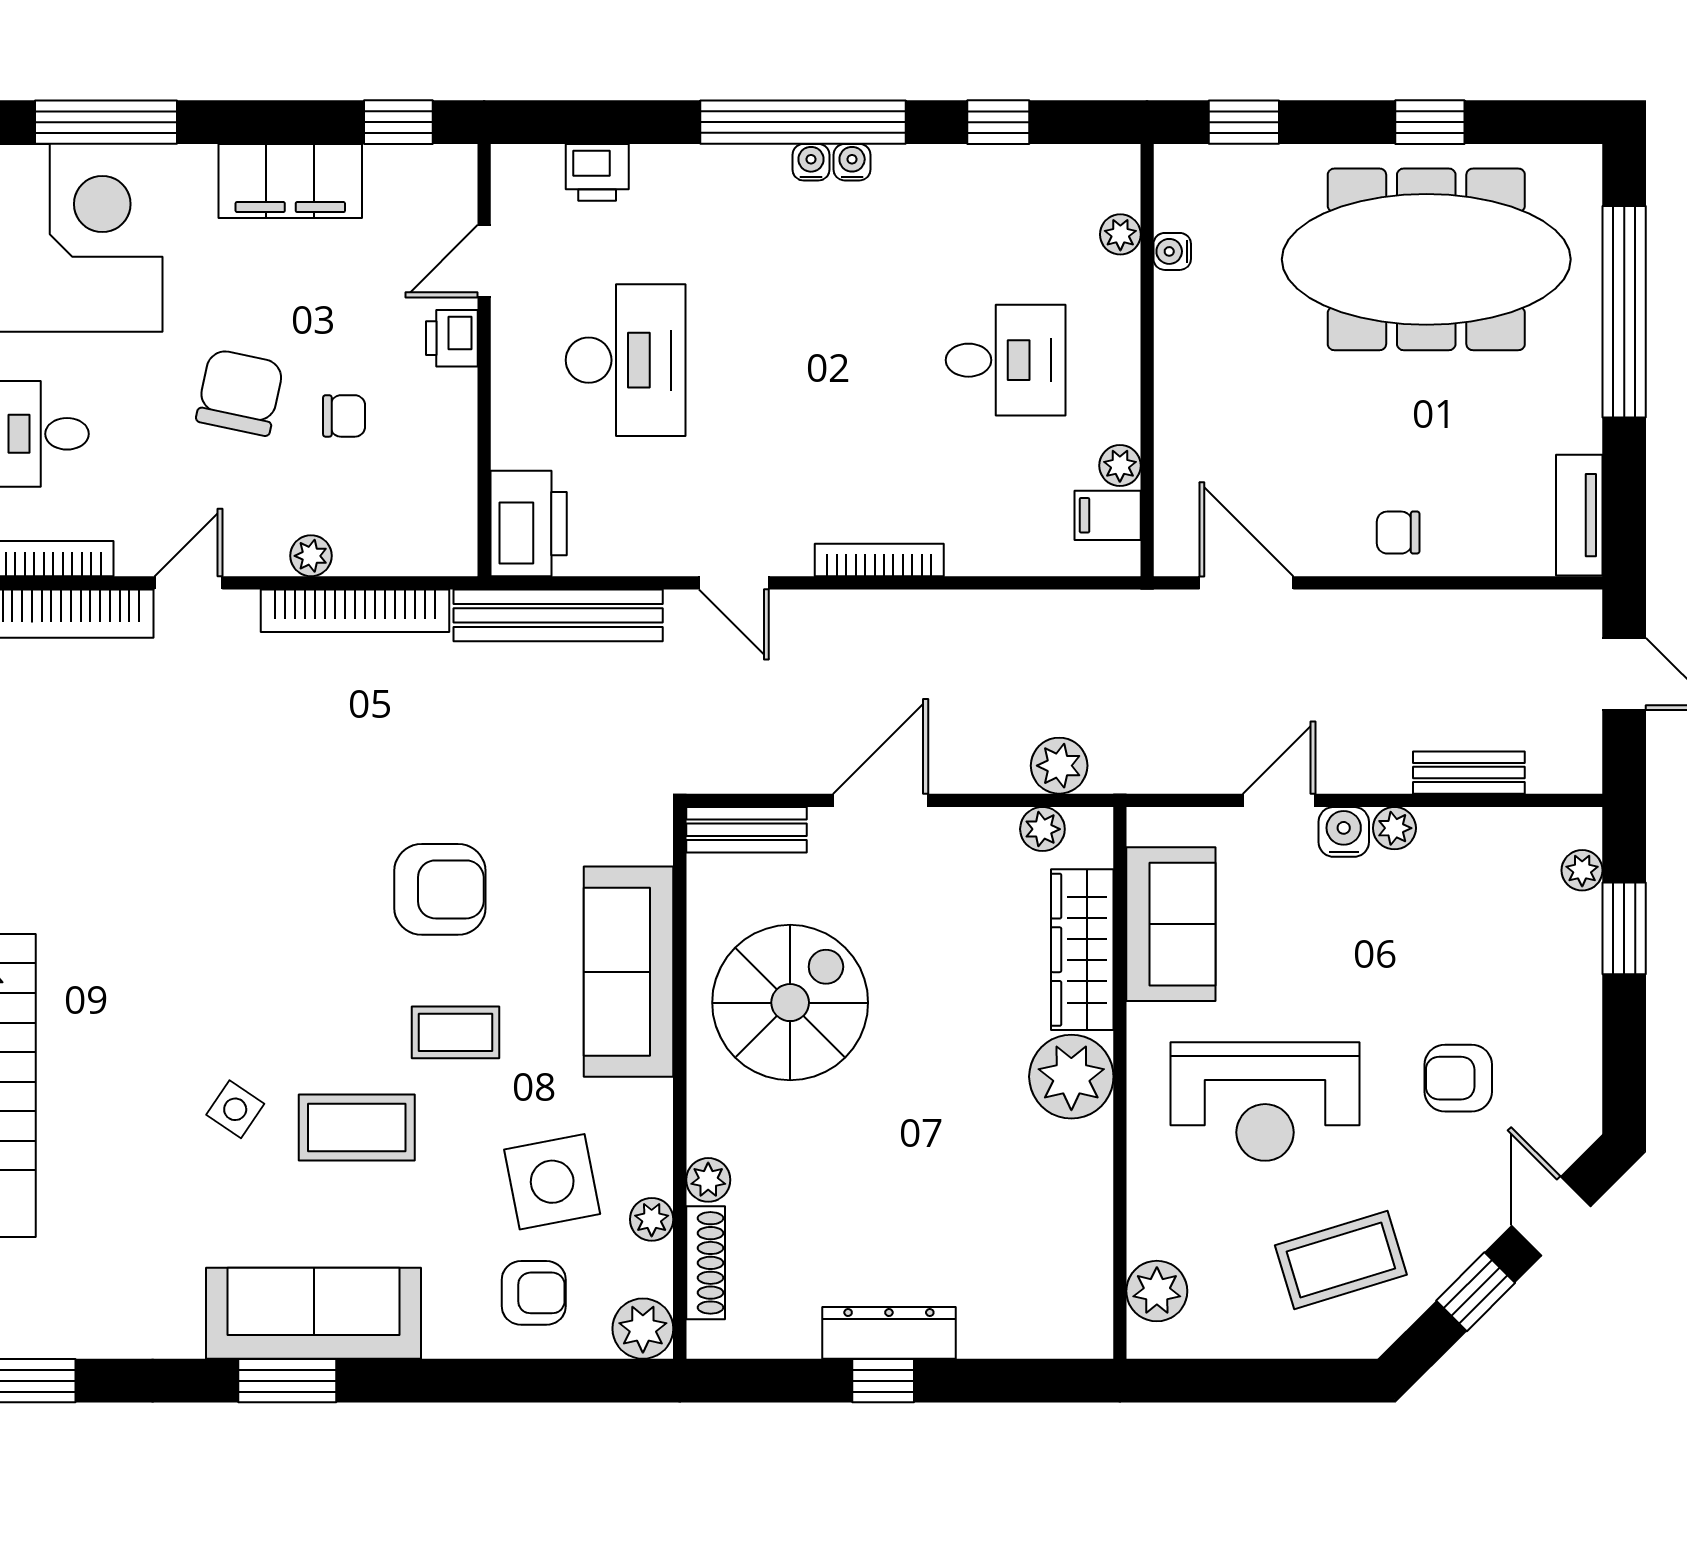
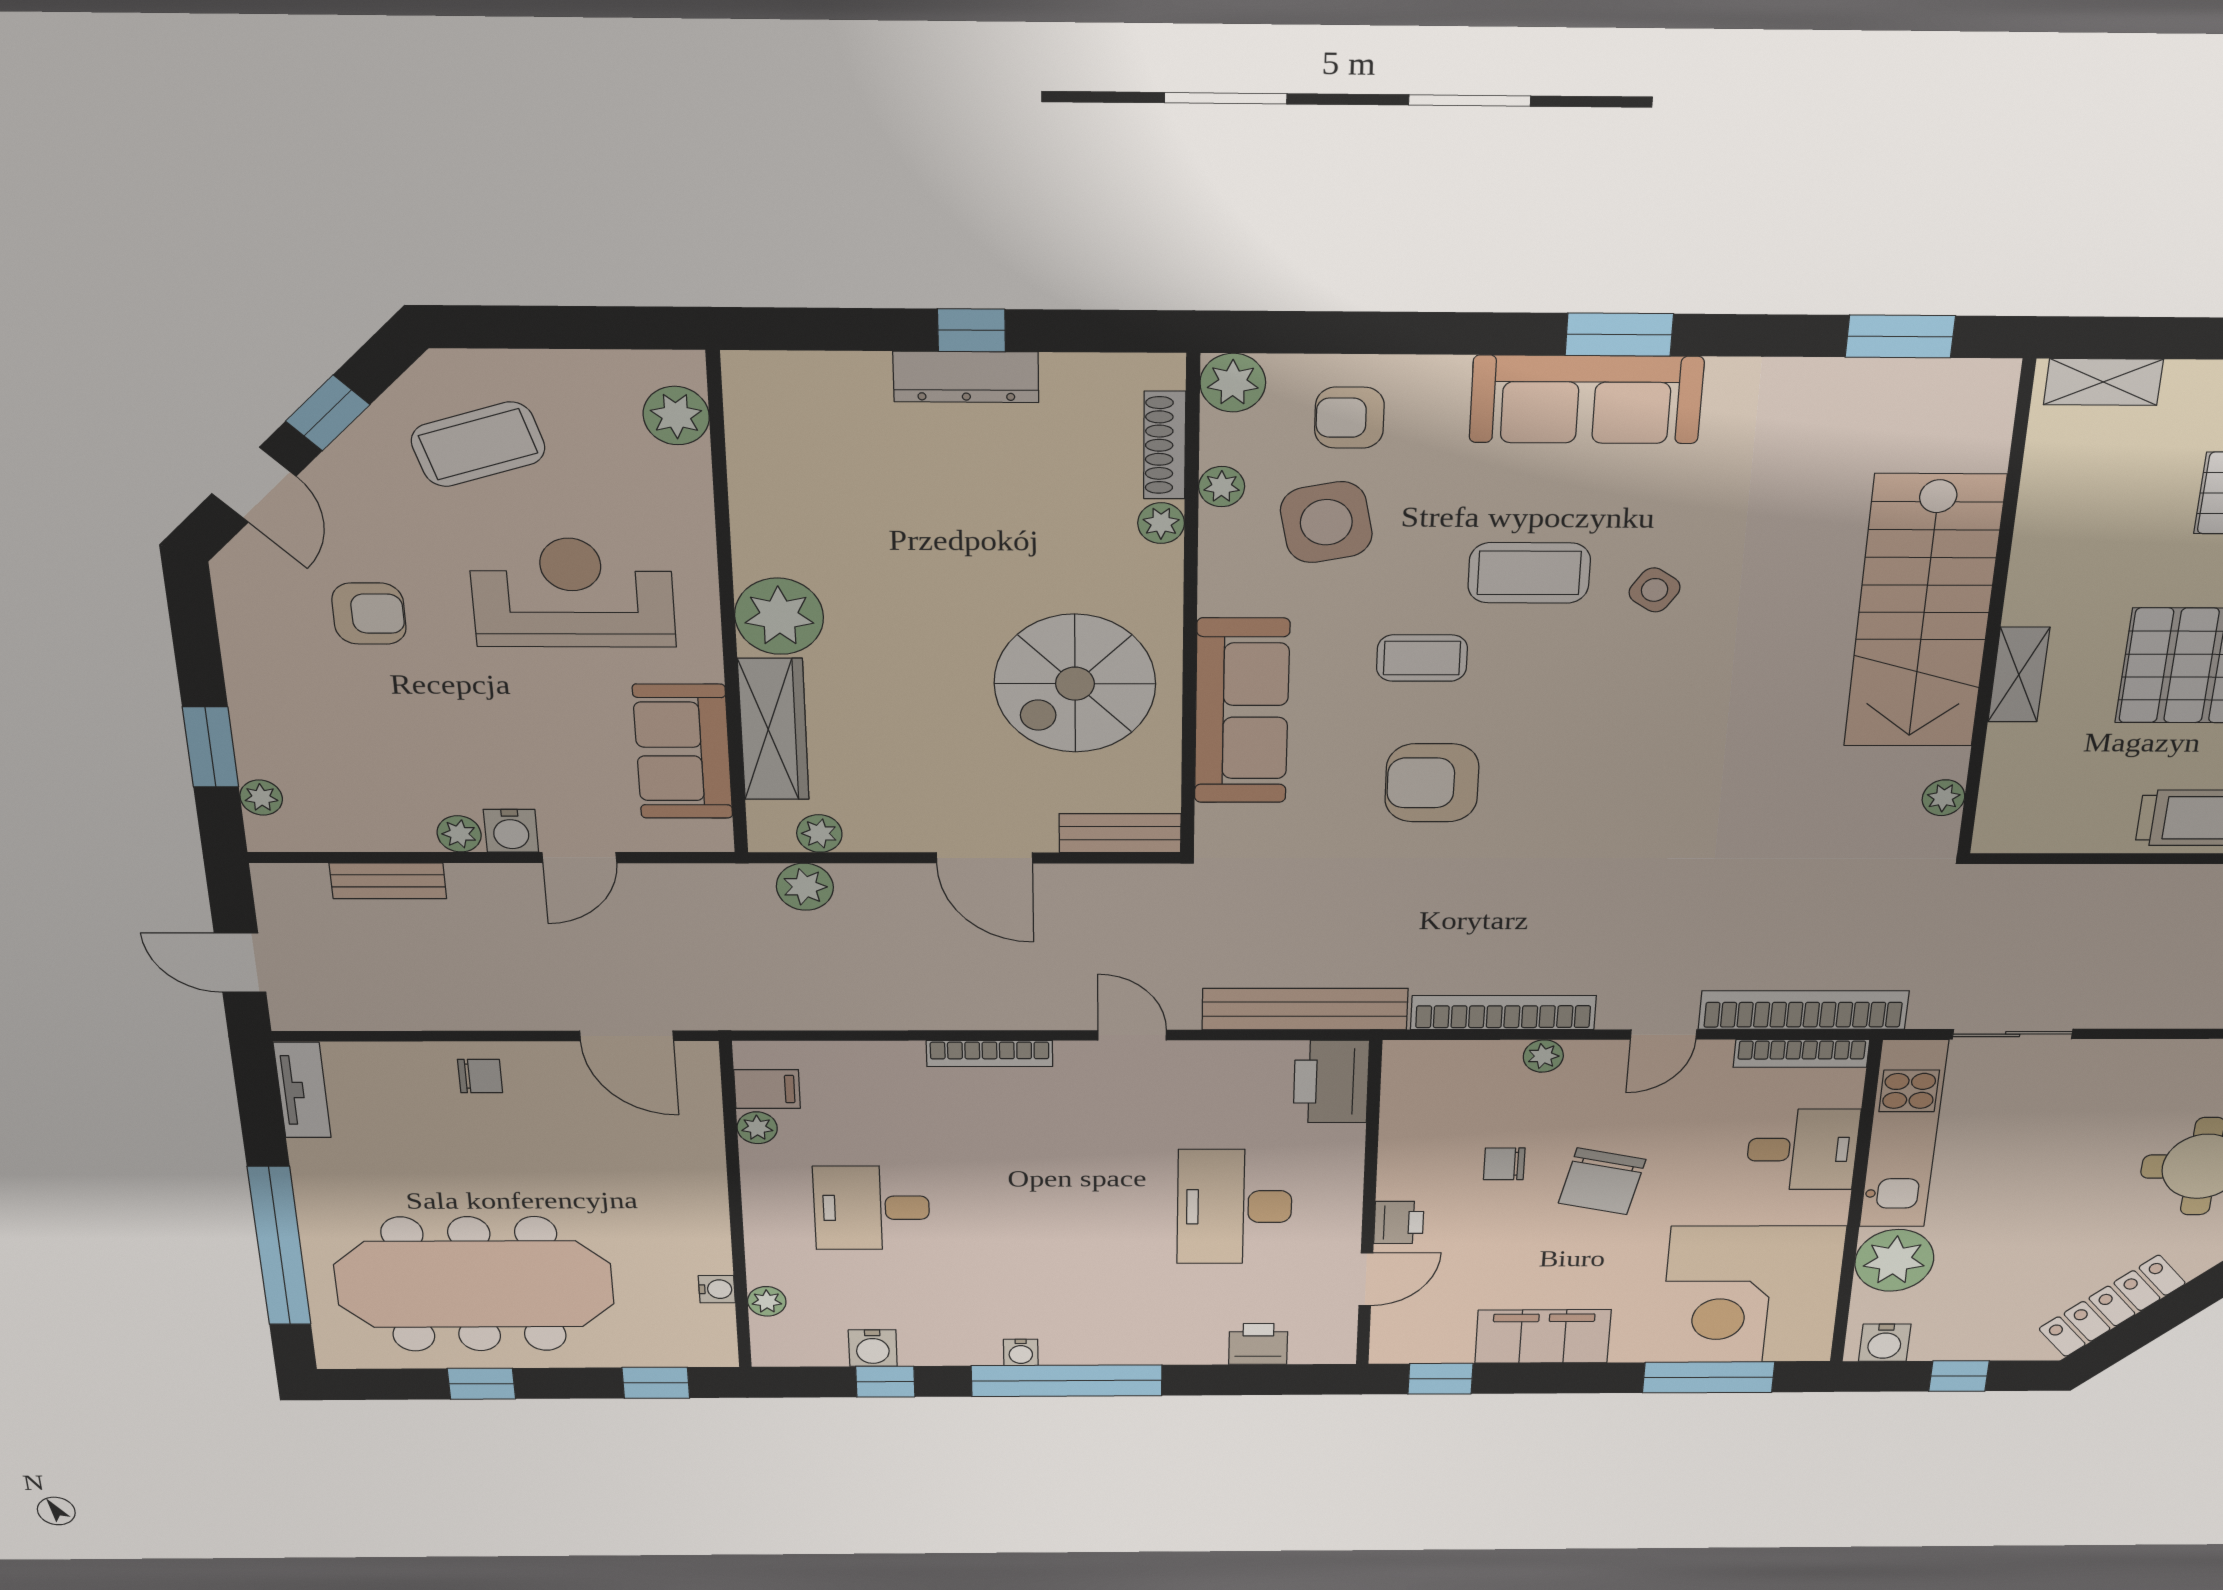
water cooler: (811, 162) -> (873, 1348), moved, width x1.38, depth x1.38
door: (881, 800) -> (984, 858), hinge flipped

